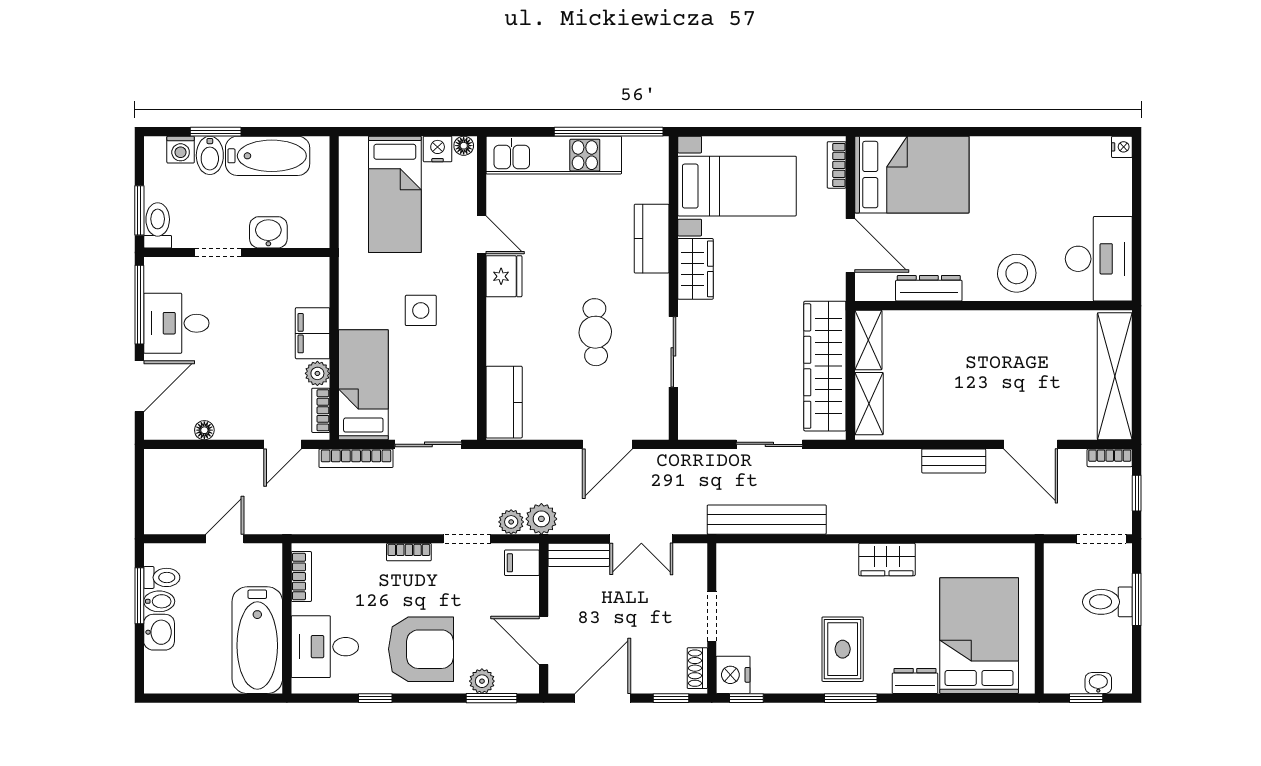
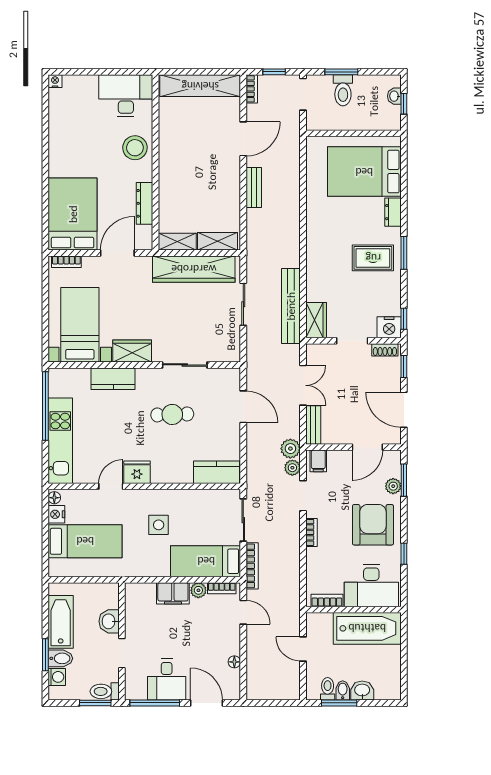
wardrobe: (887, 560) -> (316, 320), moved
desk: (325, 647) -> (371, 586), width x1.37

